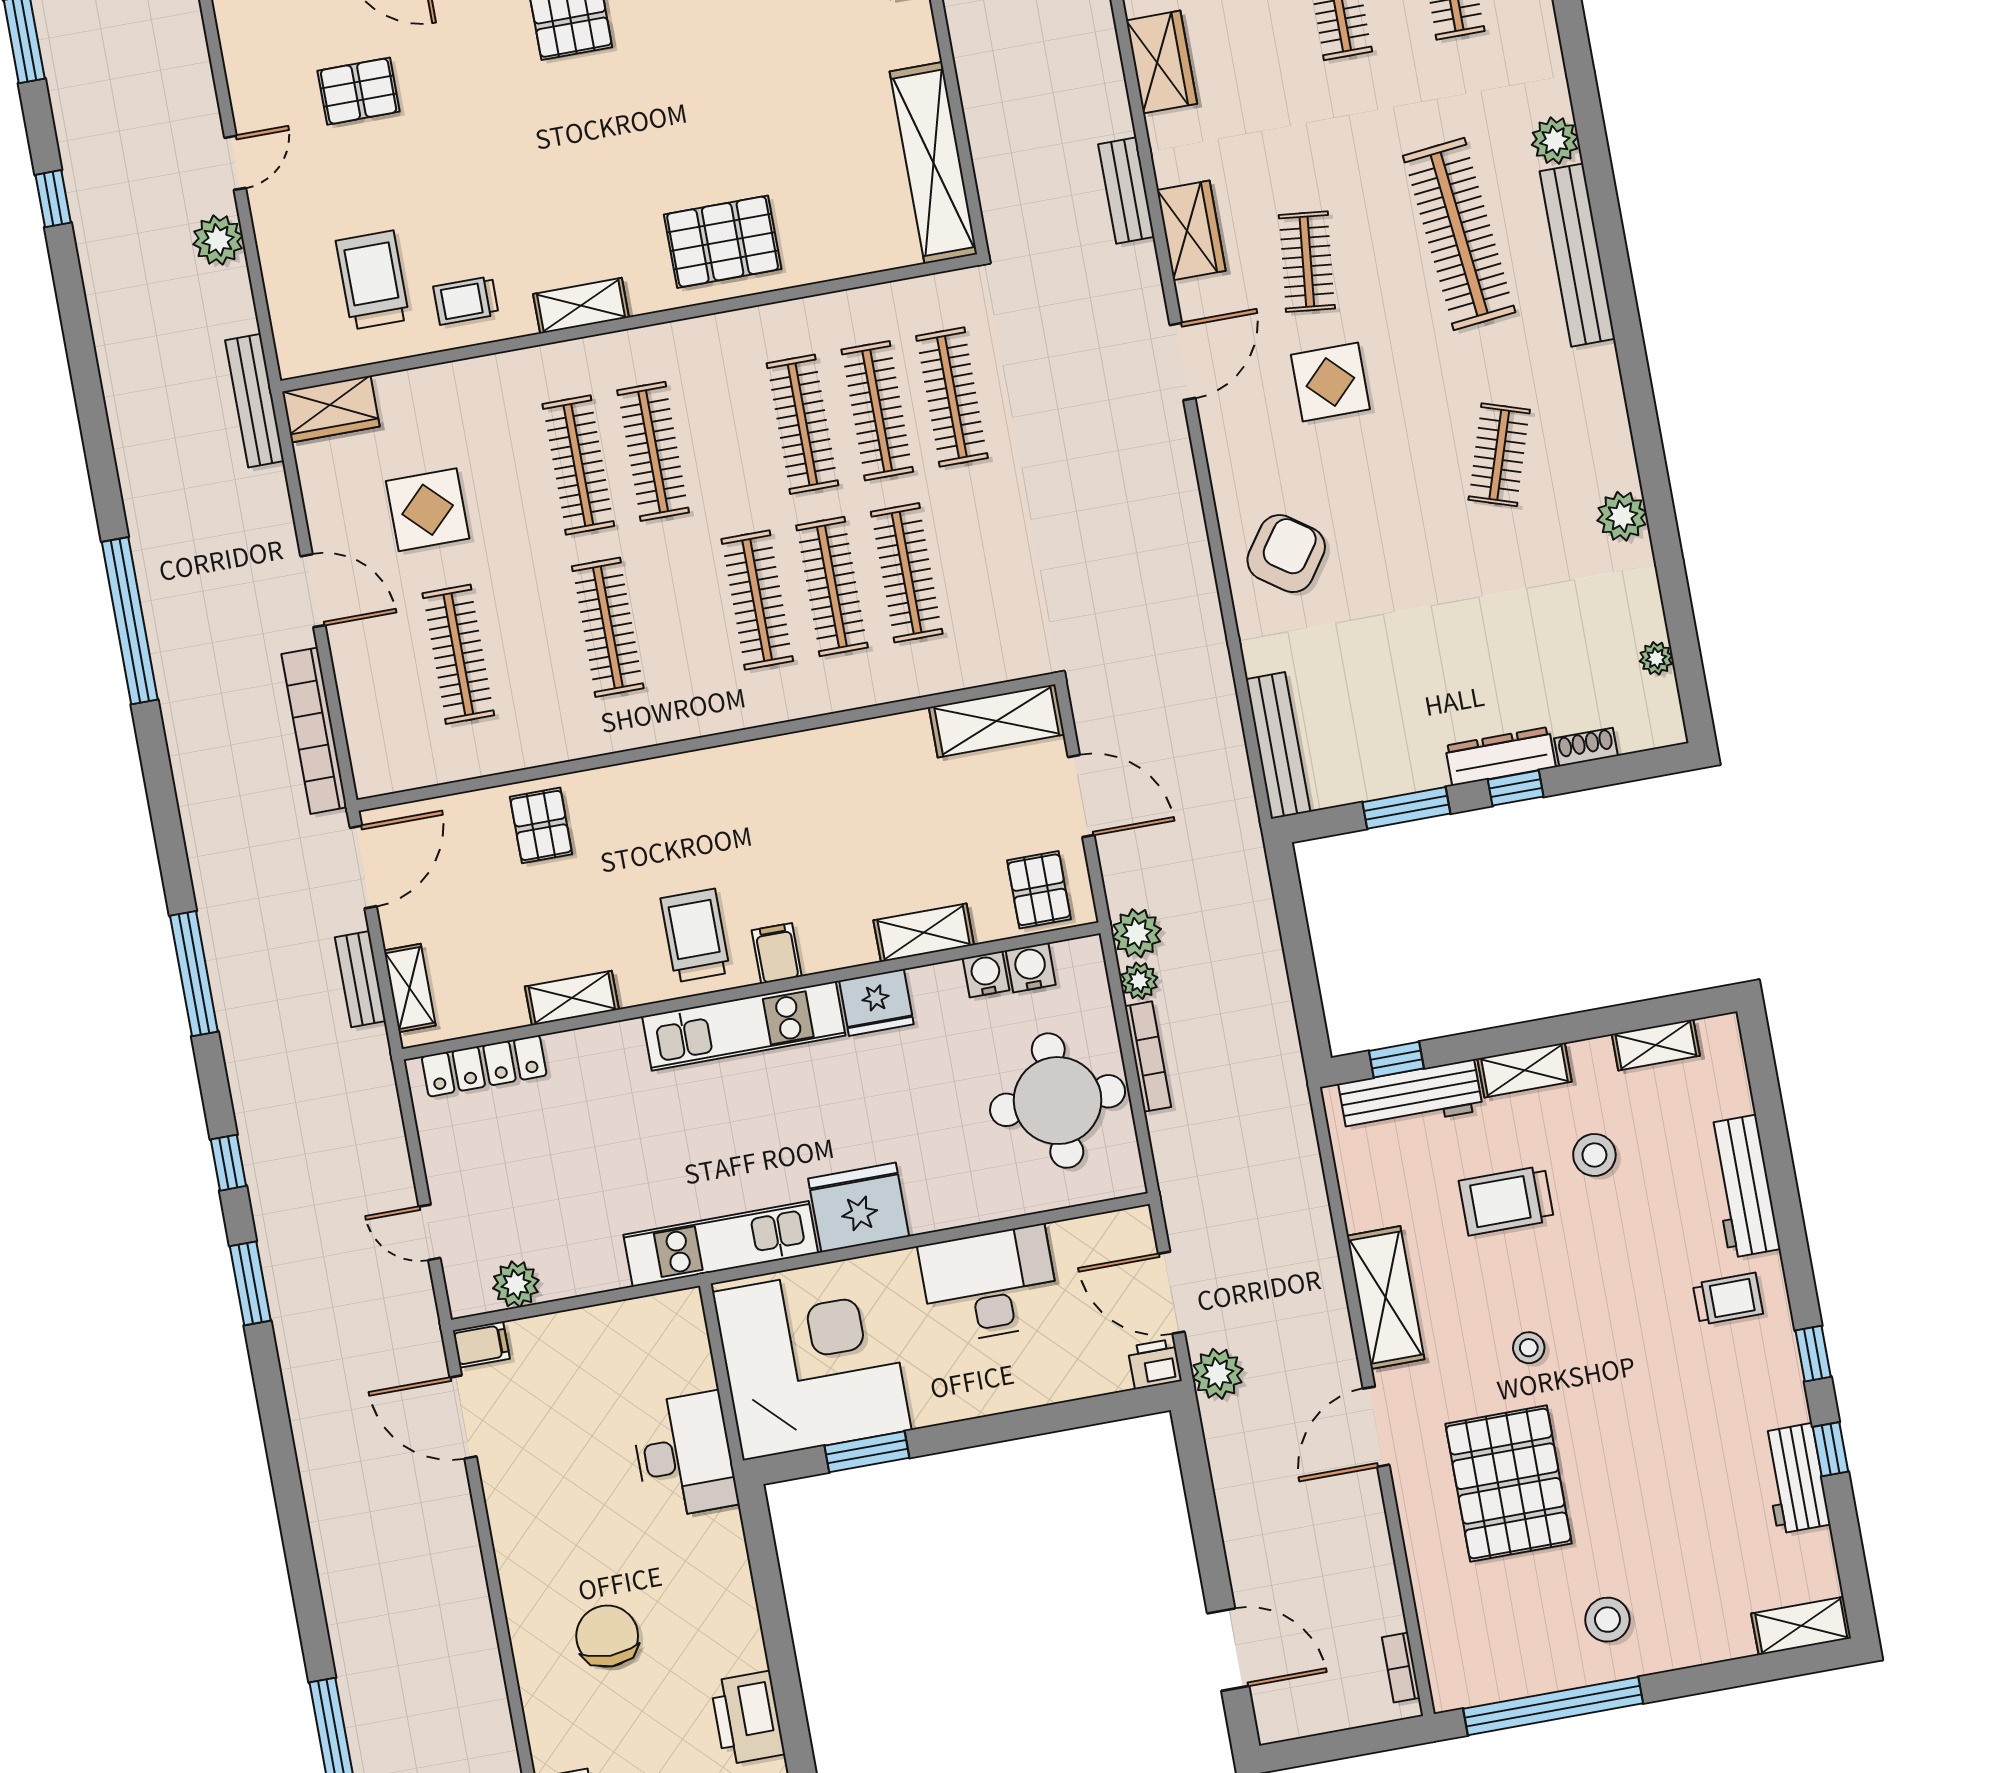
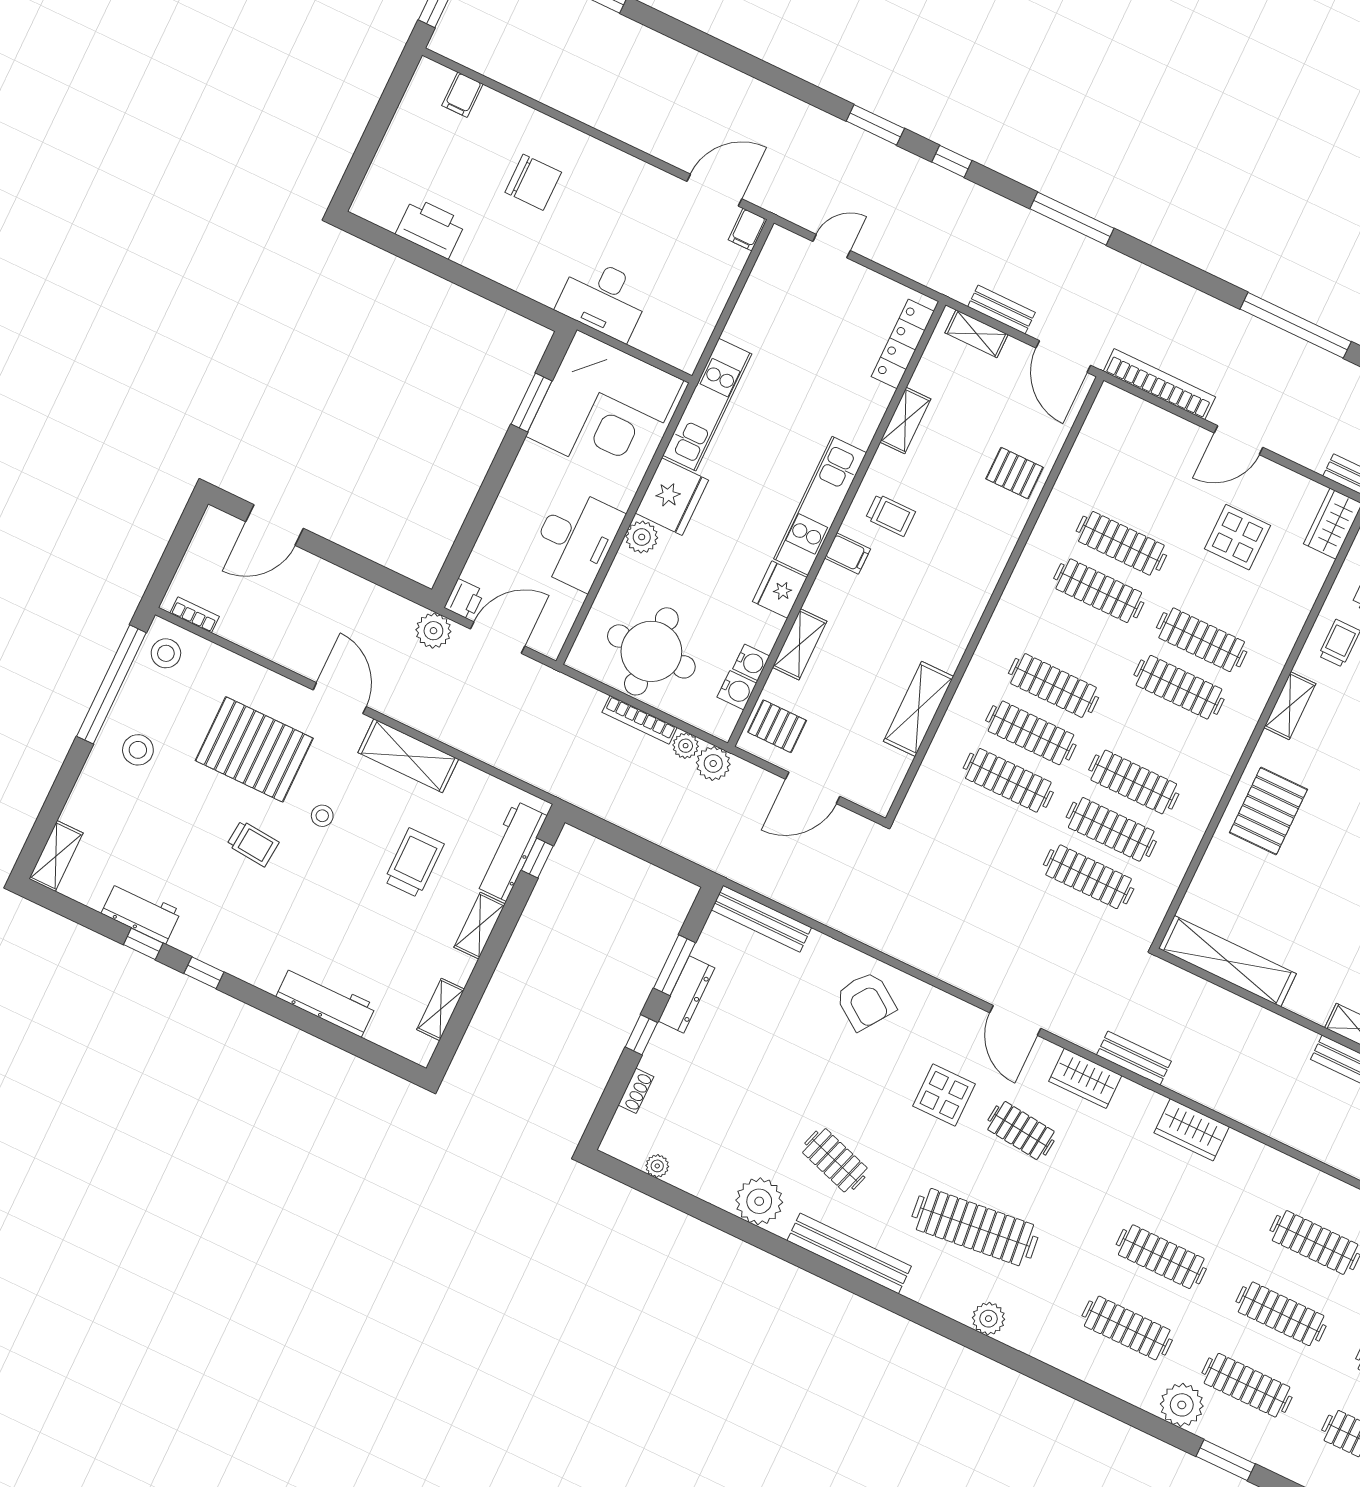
bench: (1577, 255) -> (849, 1253), moved
plant: (1622, 516) -> (759, 1201), width x1.36, depth x1.36
clothes rail: (458, 654) -> (1121, 543), moved
shelving: (997, 721) -> (919, 709), moved
dresser: (1500, 756) -> (687, 995), moved
trolley: (695, 935) -> (890, 515), width x0.73, depth x0.72
stool: (1594, 1155) -> (166, 653), moved
plant: (516, 1284) -> (642, 537), moved
trolley: (1728, 1299) -> (253, 844), moved, turned -85

